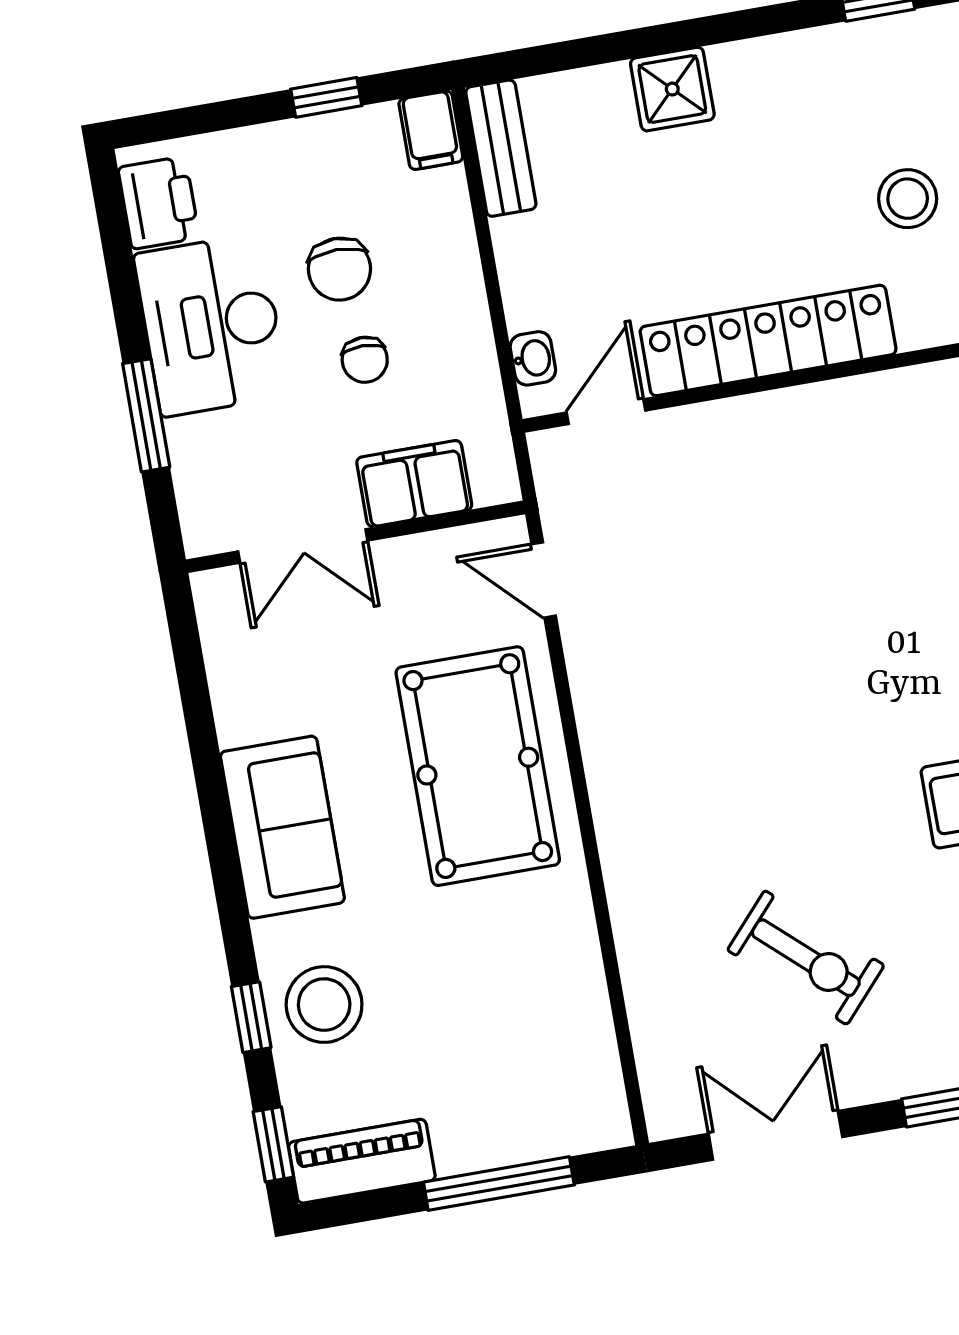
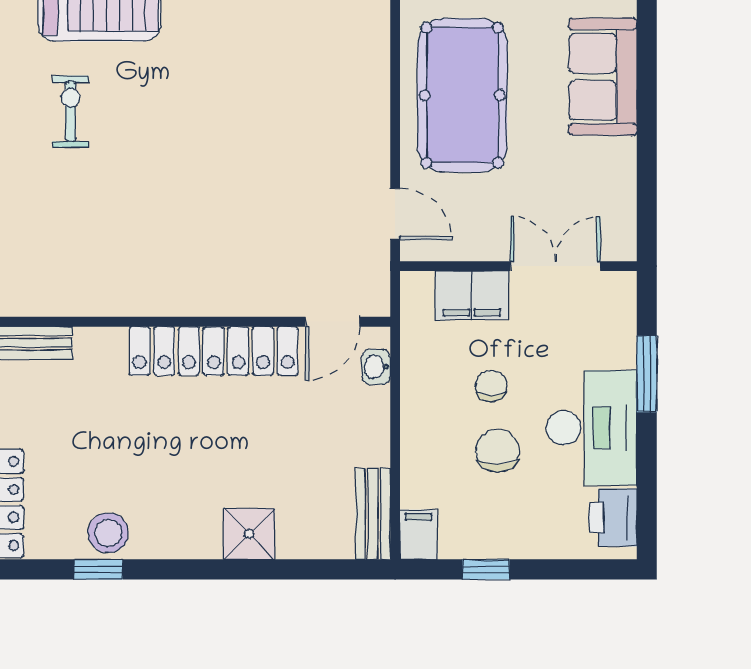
stool: (908, 199) -> (108, 533), moved

